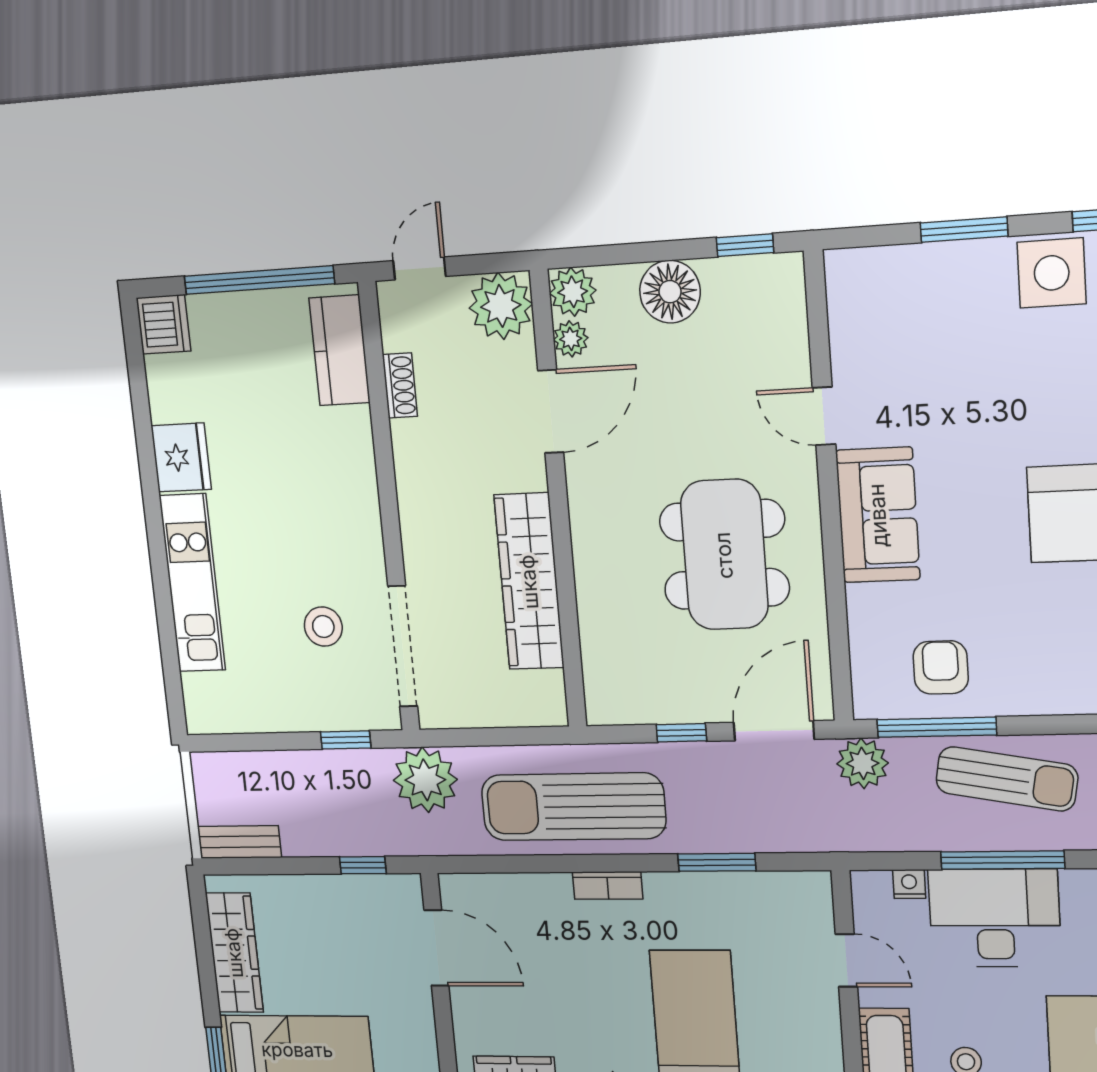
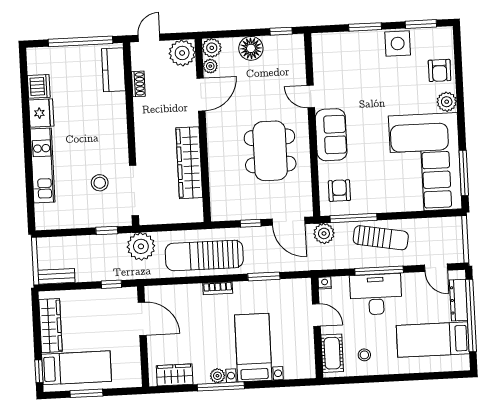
dishwasher: (163, 324) -> (39, 86), moved
armchair: (941, 667) -> (339, 191), moved
door: (774, 731) -> (289, 221), swing flipped
nightstand: (909, 884) -> (325, 283), moved

